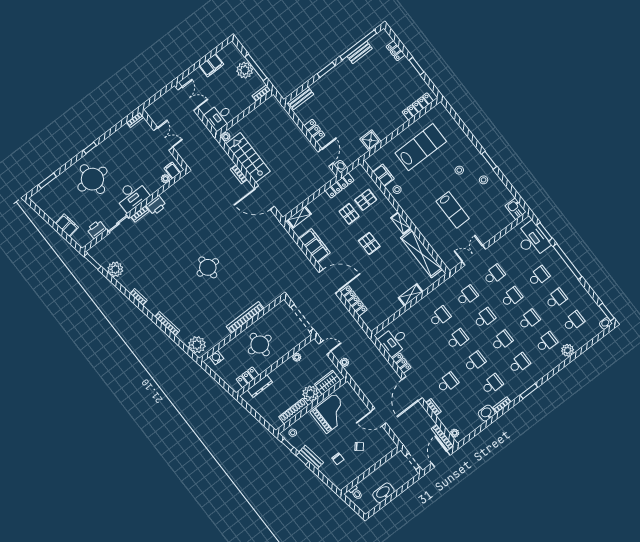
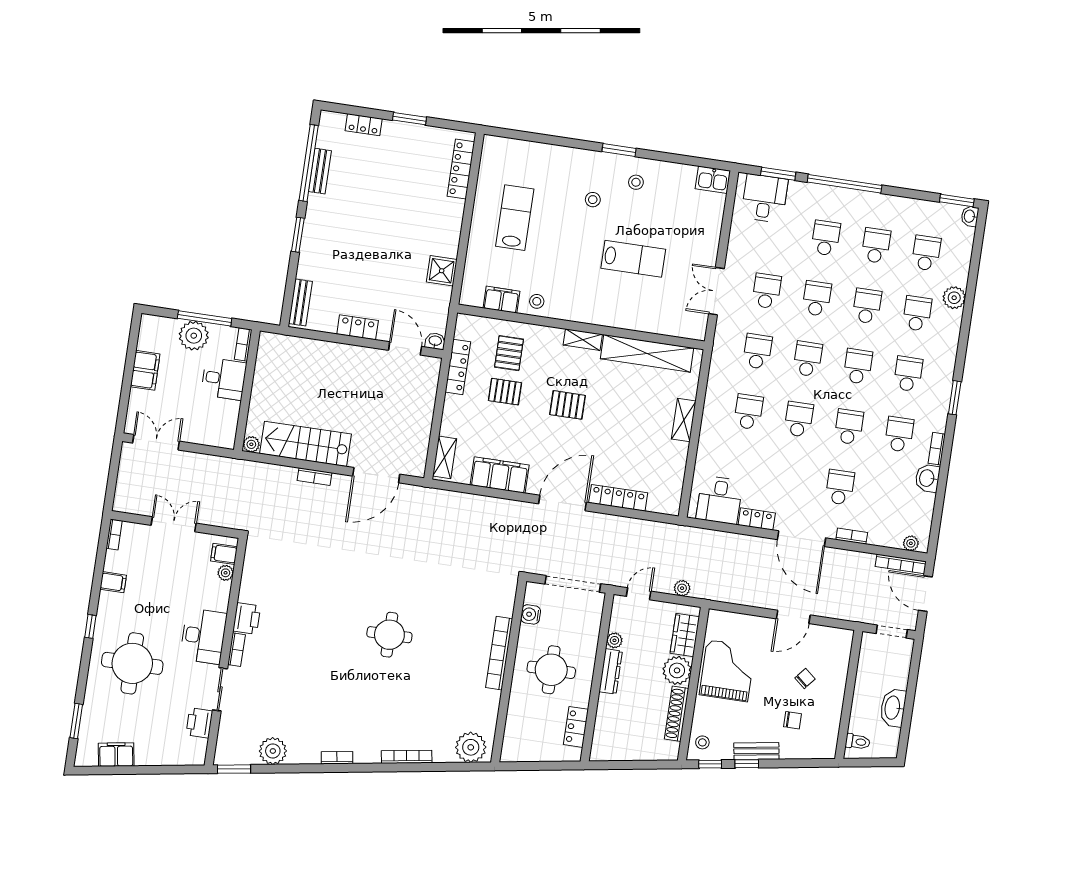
desk: (219, 117) -> (224, 379), moved, turned -90
filing cabinet: (116, 139) -> (113, 582), added
lab bench: (421, 147) -> (515, 218), width x0.73, depth x0.72
filing cabinet: (67, 225) -> (116, 755), moved
desk: (532, 240) -> (765, 198), width x0.73
water cooler: (216, 358) -> (531, 614), moved
dresser: (260, 386) -> (611, 671), moved

